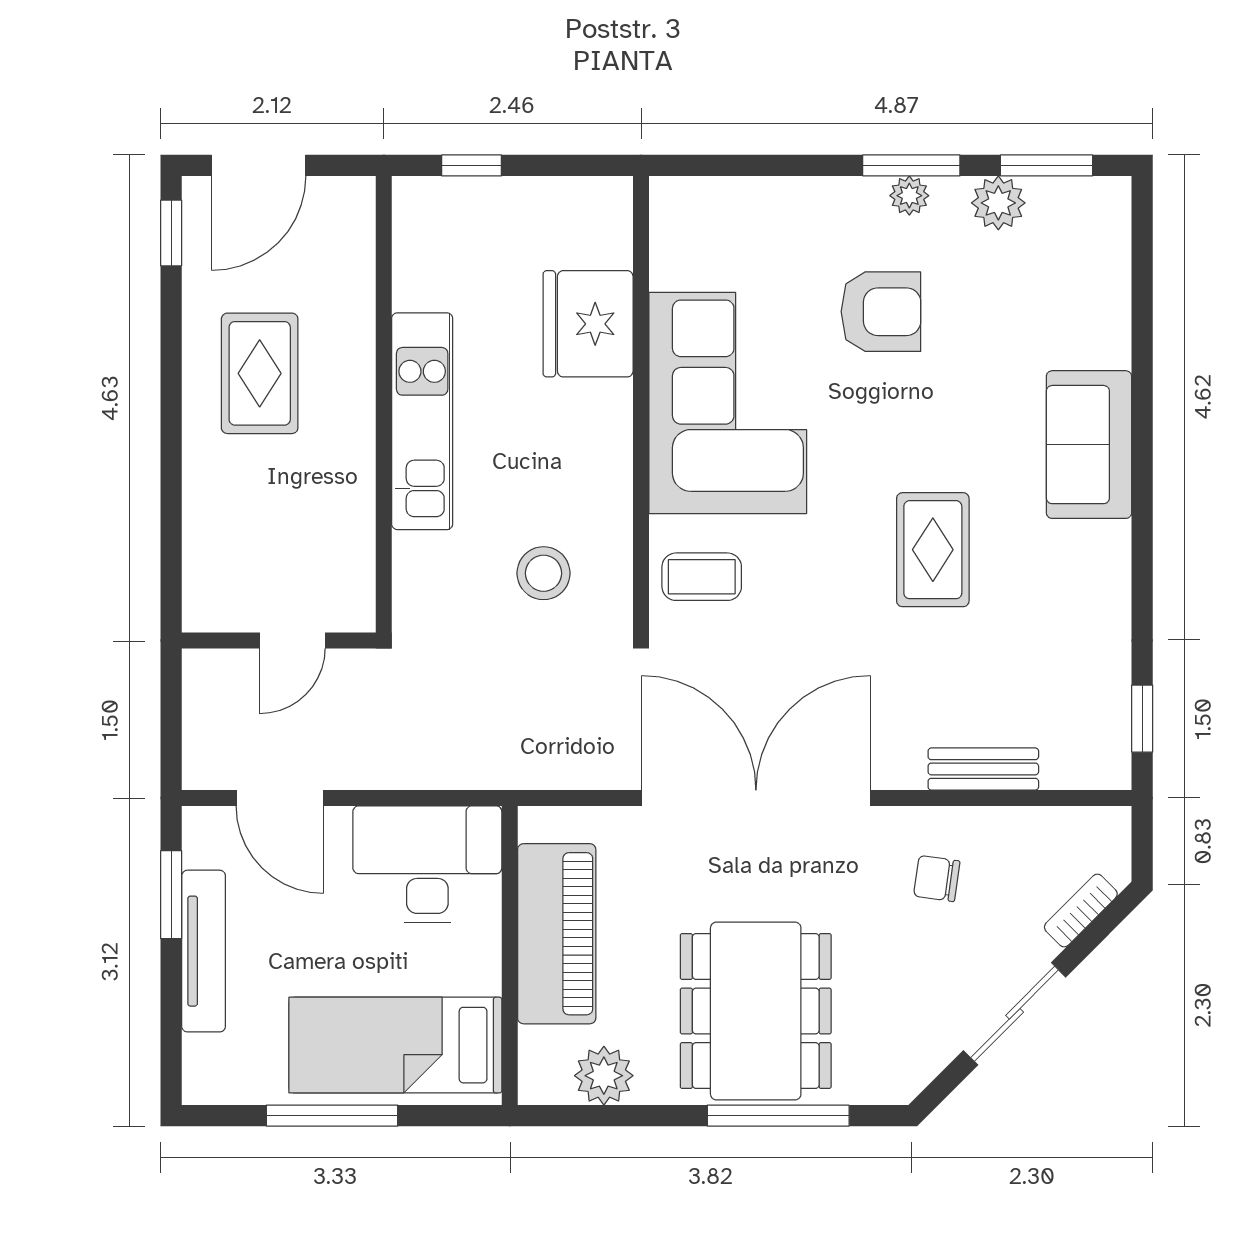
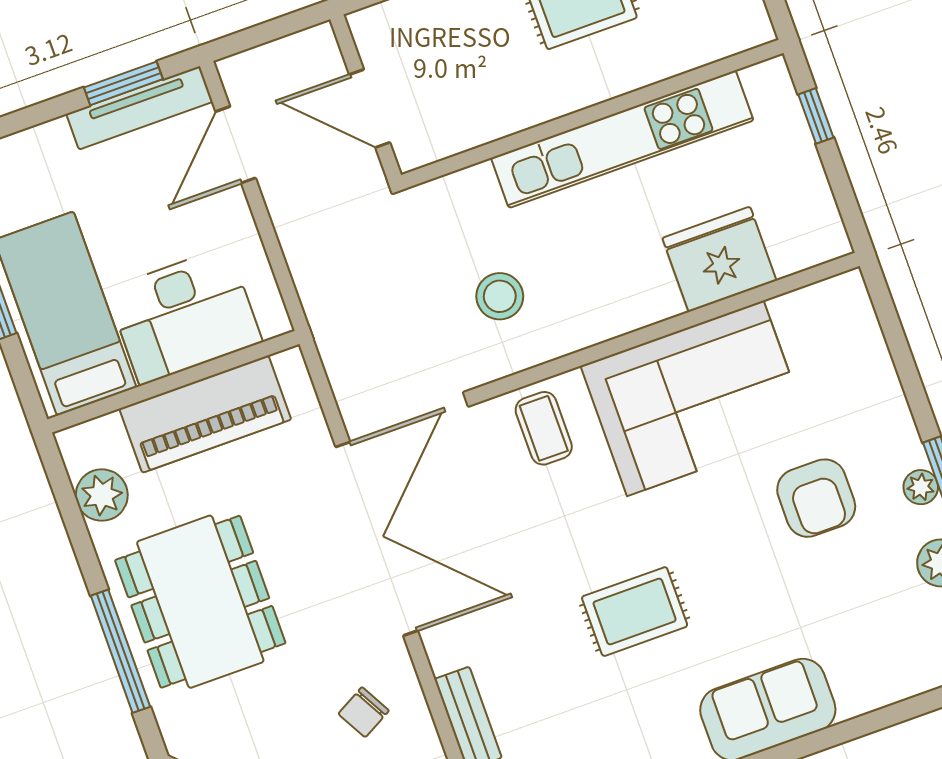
kitchen unit: (422, 421) -> (622, 139), width x1.36
door: (292, 641) -> (370, 108), width x1.38
desk: (427, 864) -> (184, 316), moved, turned 90
chair: (937, 879) -> (364, 712), turned -127
tv unit: (204, 951) -> (140, 108), moved
dining table: (756, 1011) -> (200, 602), turned 90

